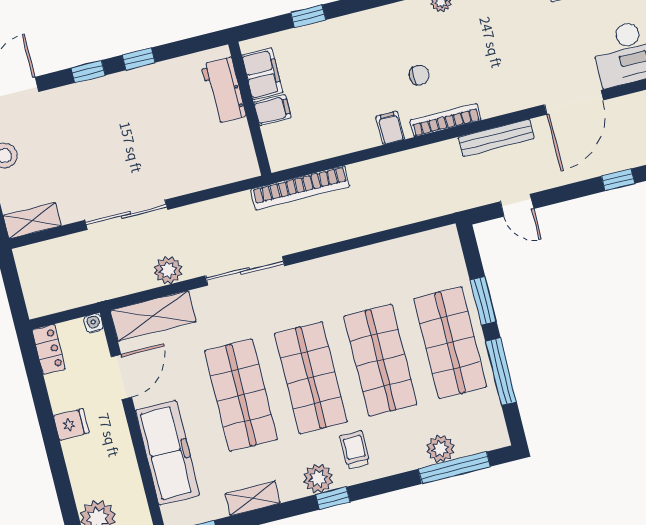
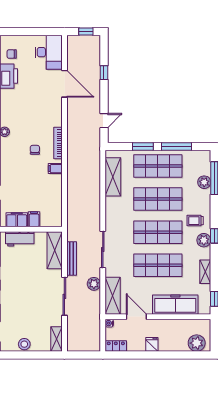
bench: (496, 138) -> (72, 259), moved
shelving: (218, 170) -> (55, 250), added
bookcase: (300, 188) -> (72, 216), removed
shelving: (403, 254) -> (113, 177), added

